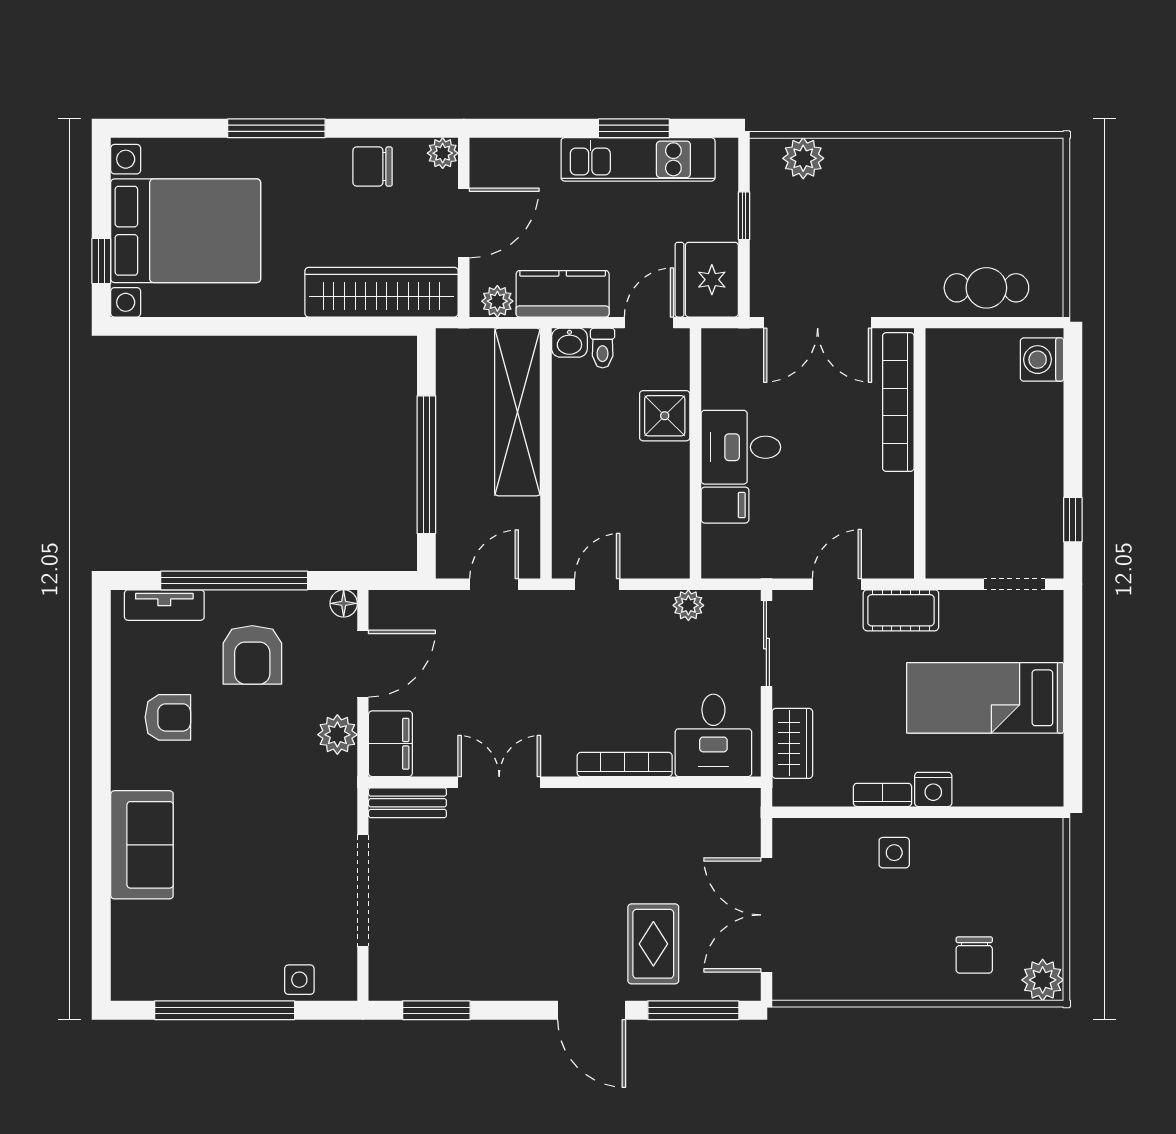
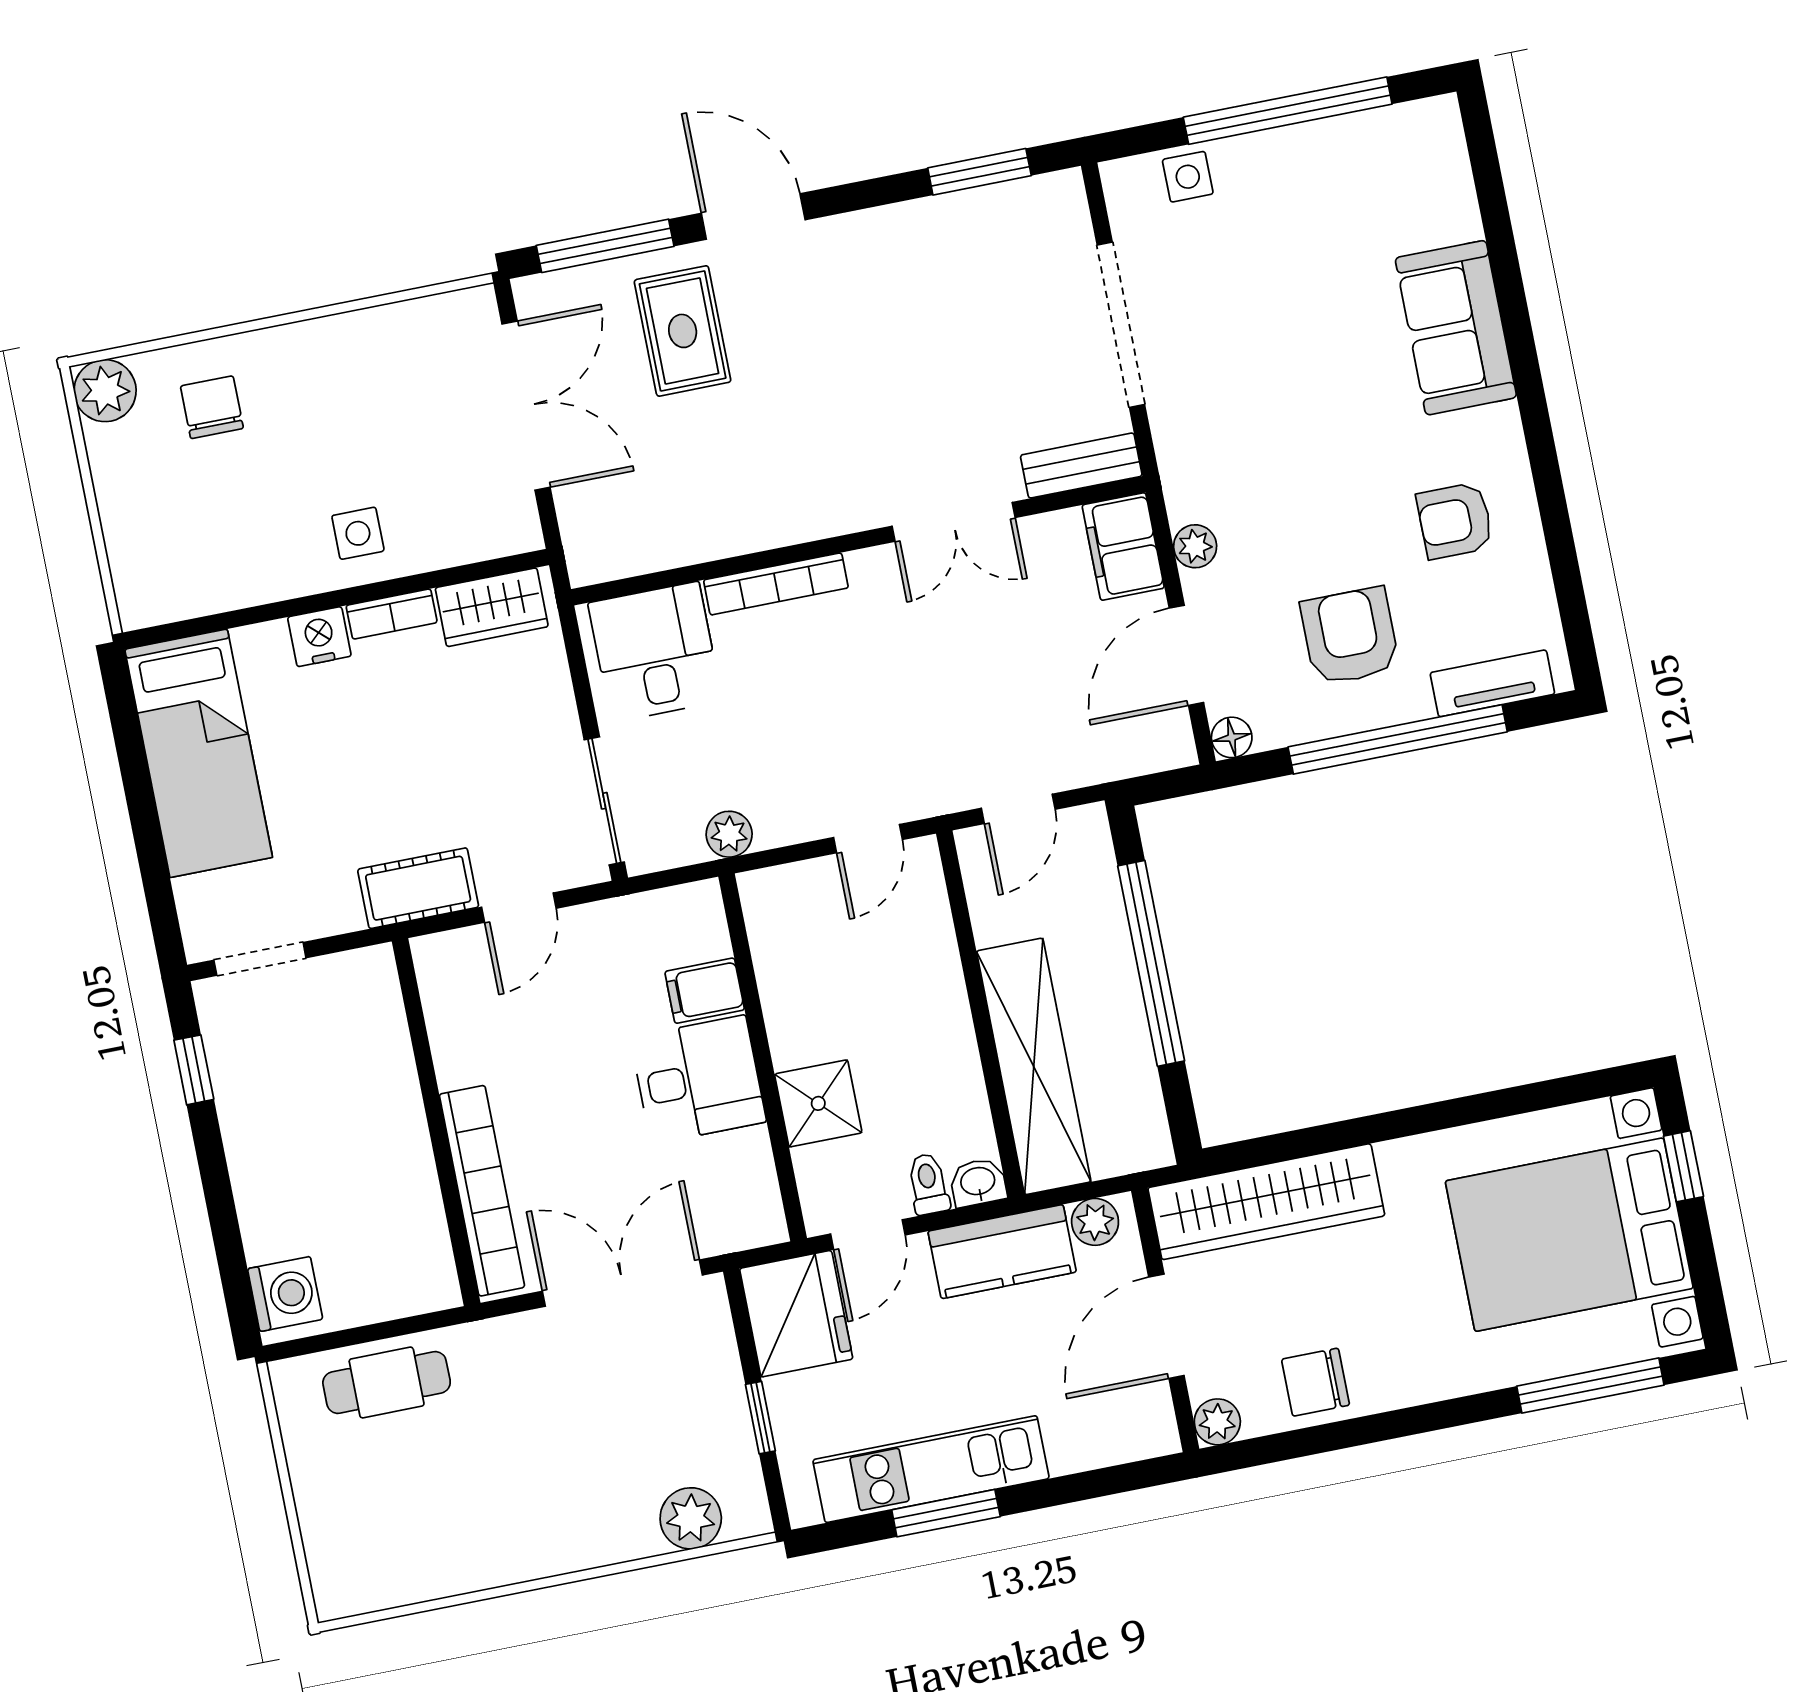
window: (276, 128) -> (1590, 1386), moved
chair: (373, 167) -> (1316, 1382), turned 180
bed: (985, 698) -> (199, 753), moved, turned 90
plant: (337, 735) -> (1195, 546), width x0.73, depth x0.73
wardrobe: (792, 743) -> (492, 607), moved, turned -90

